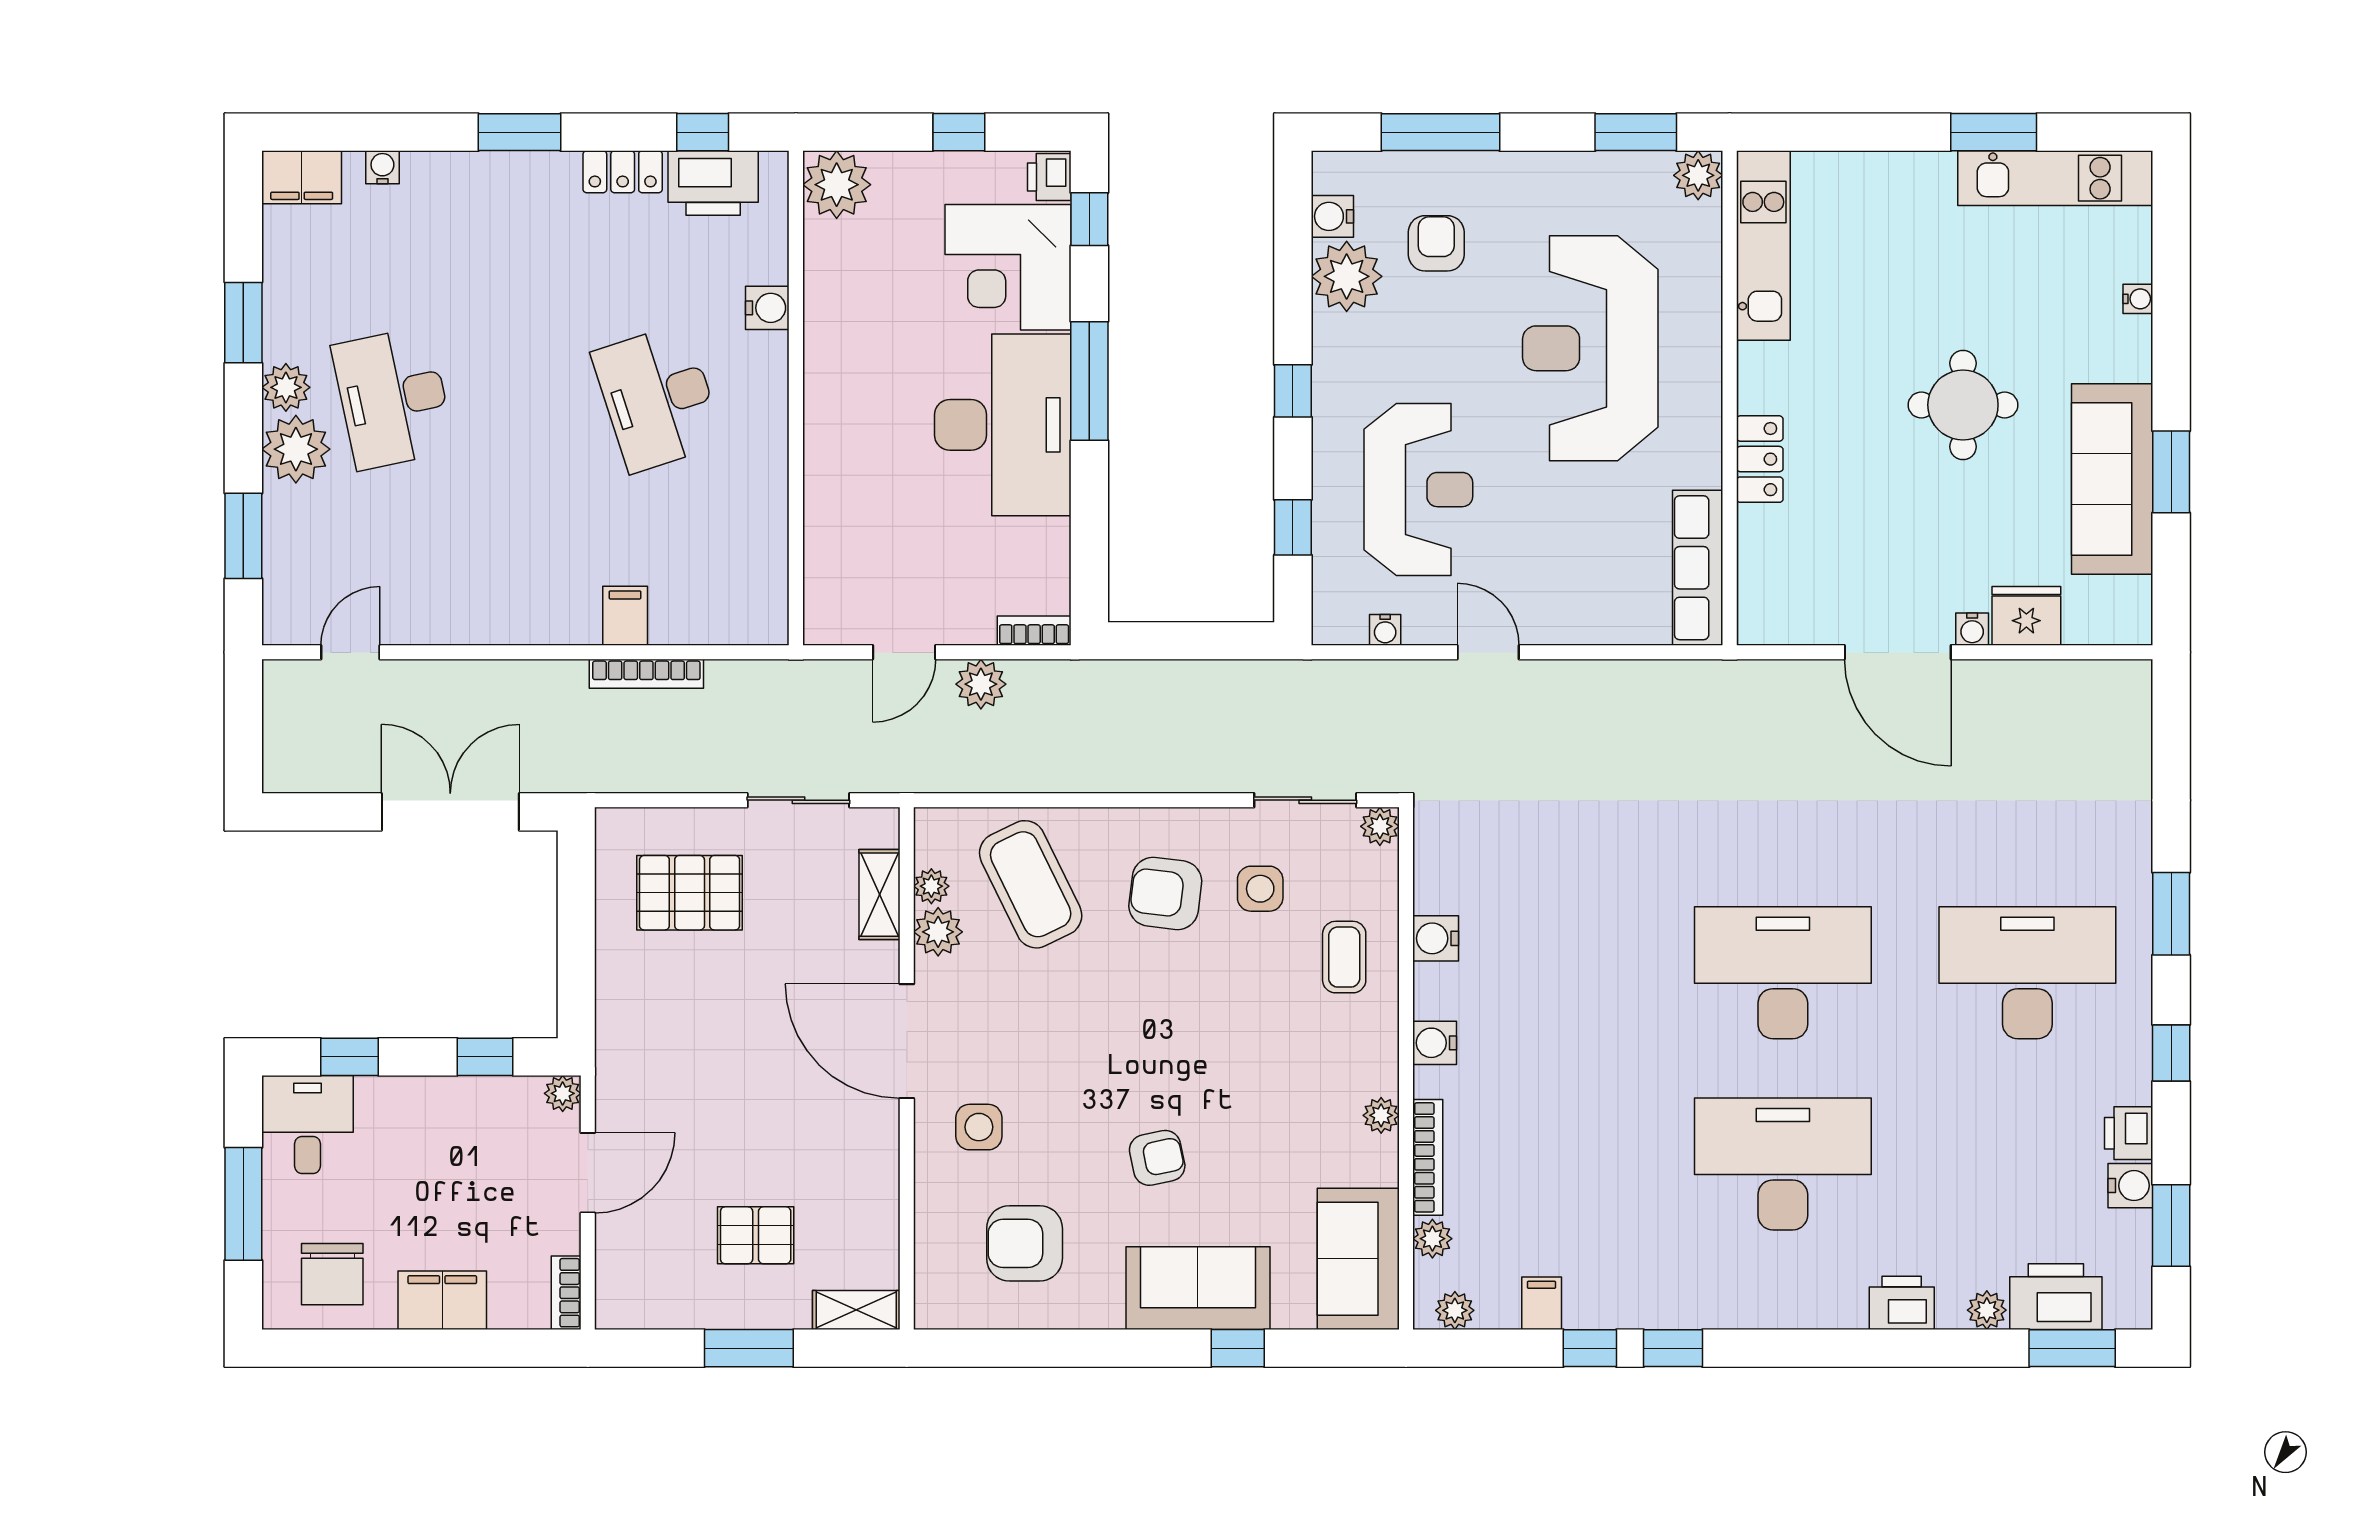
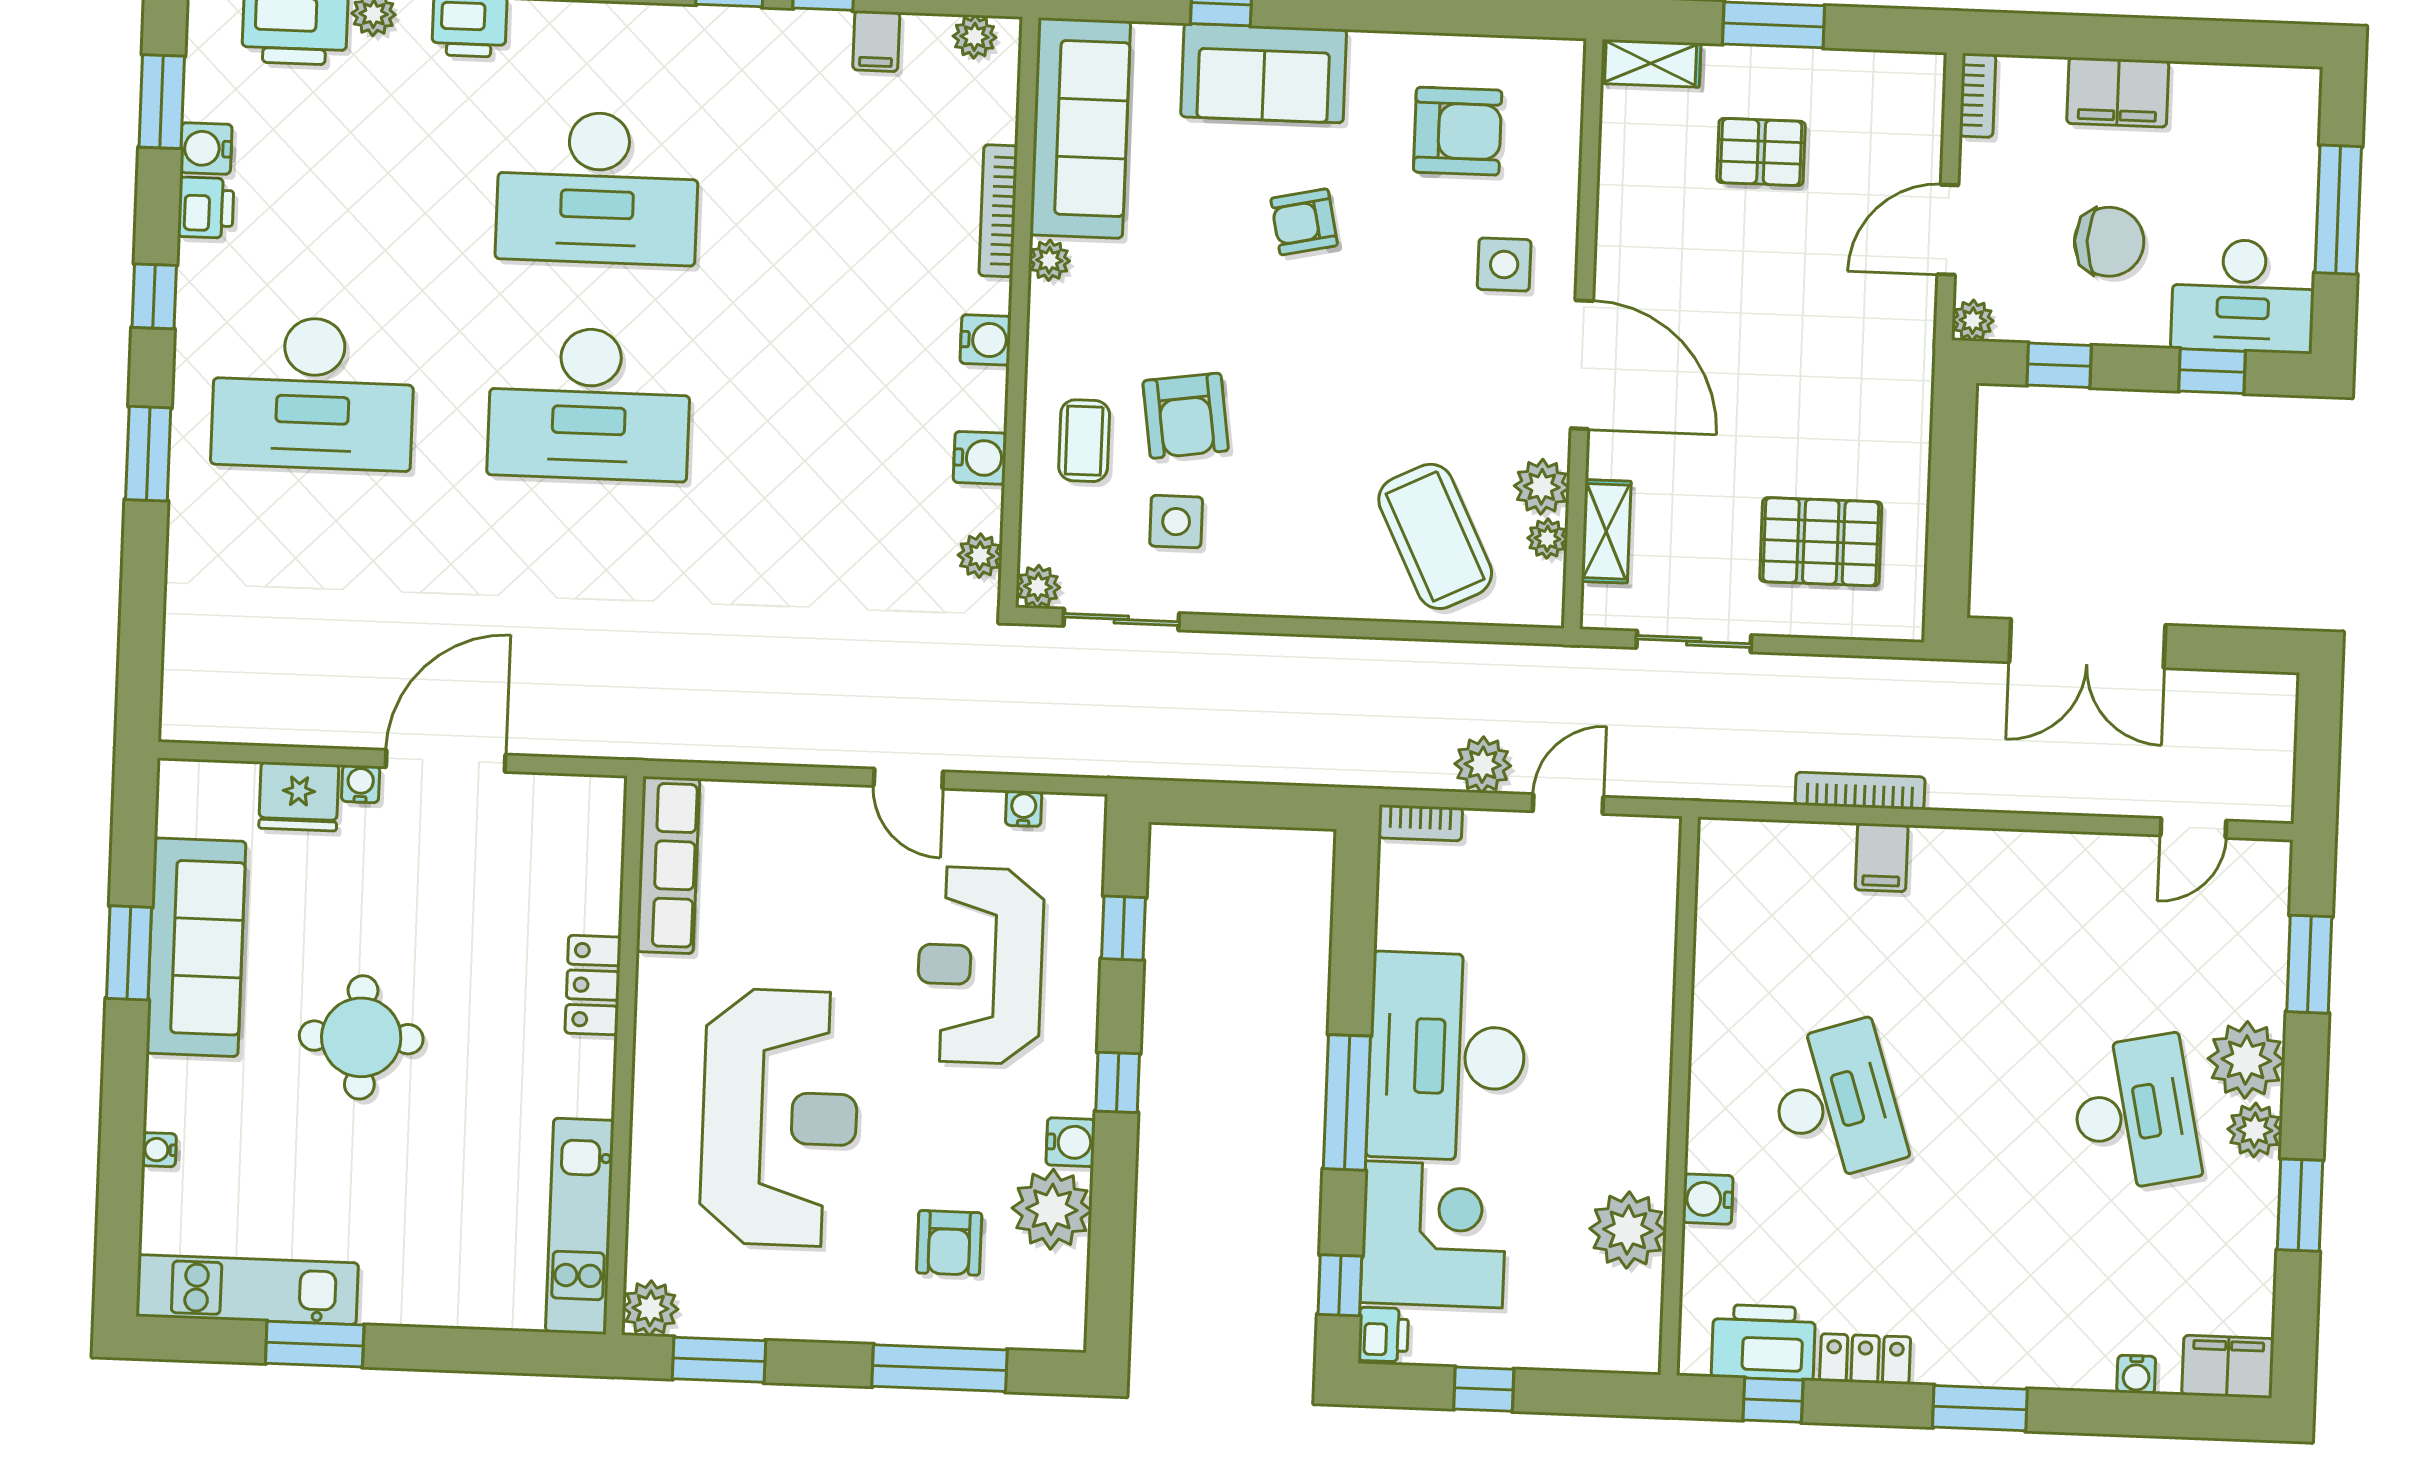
plant: (837, 185) -> (1628, 1230), moved
water cooler: (1332, 216) -> (1071, 1142), moved
door: (1898, 652) -> (446, 761), hinge flipped
armchair: (1165, 893) -> (1186, 416), moved, turned 75
desk: (307, 1124) -> (2243, 296), width x1.37
plant: (1432, 1239) -> (980, 556), moved
sofa: (1358, 1259) -> (1080, 128), width x1.36
chair: (332, 1274) -> (2109, 242), moved, turned 90

